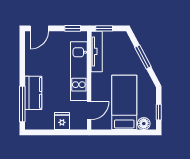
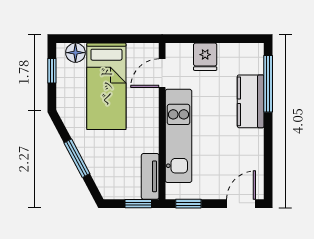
tv unit: (97, 51) -> (150, 176), width x0.71

